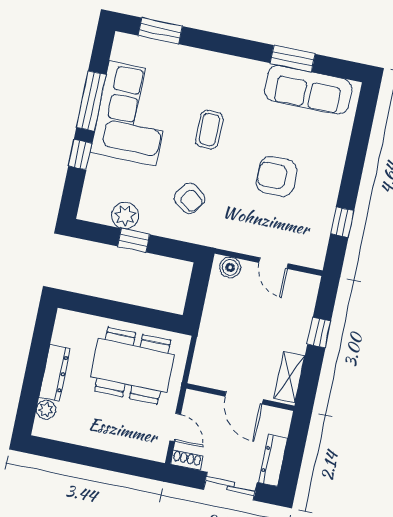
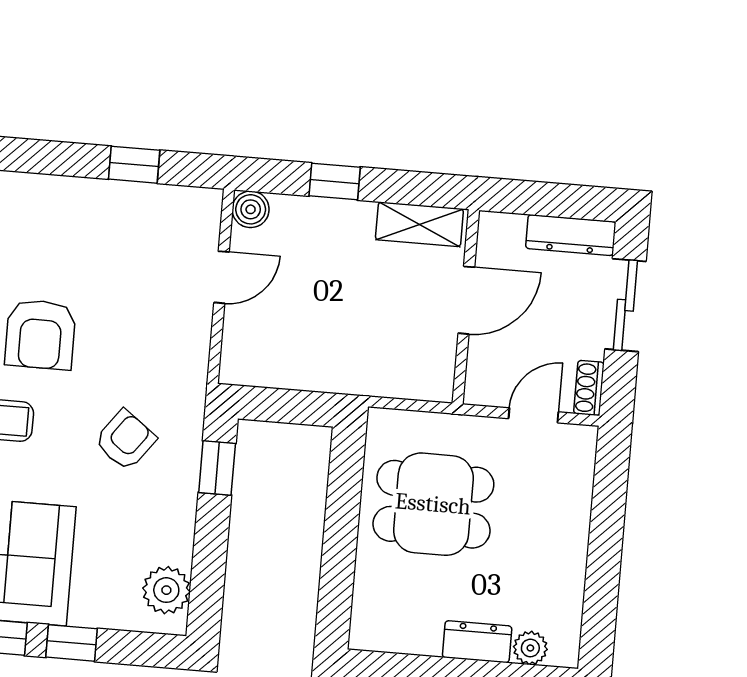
armchair: (277, 176) -> (40, 334), moved
plant: (125, 216) -> (166, 590), moved
window: (134, 240) -> (217, 468), moved
boiler: (230, 267) -> (251, 209), moved
dining table: (133, 366) -> (433, 504), width x0.73
dresser: (55, 373) -> (477, 642), width x0.70

